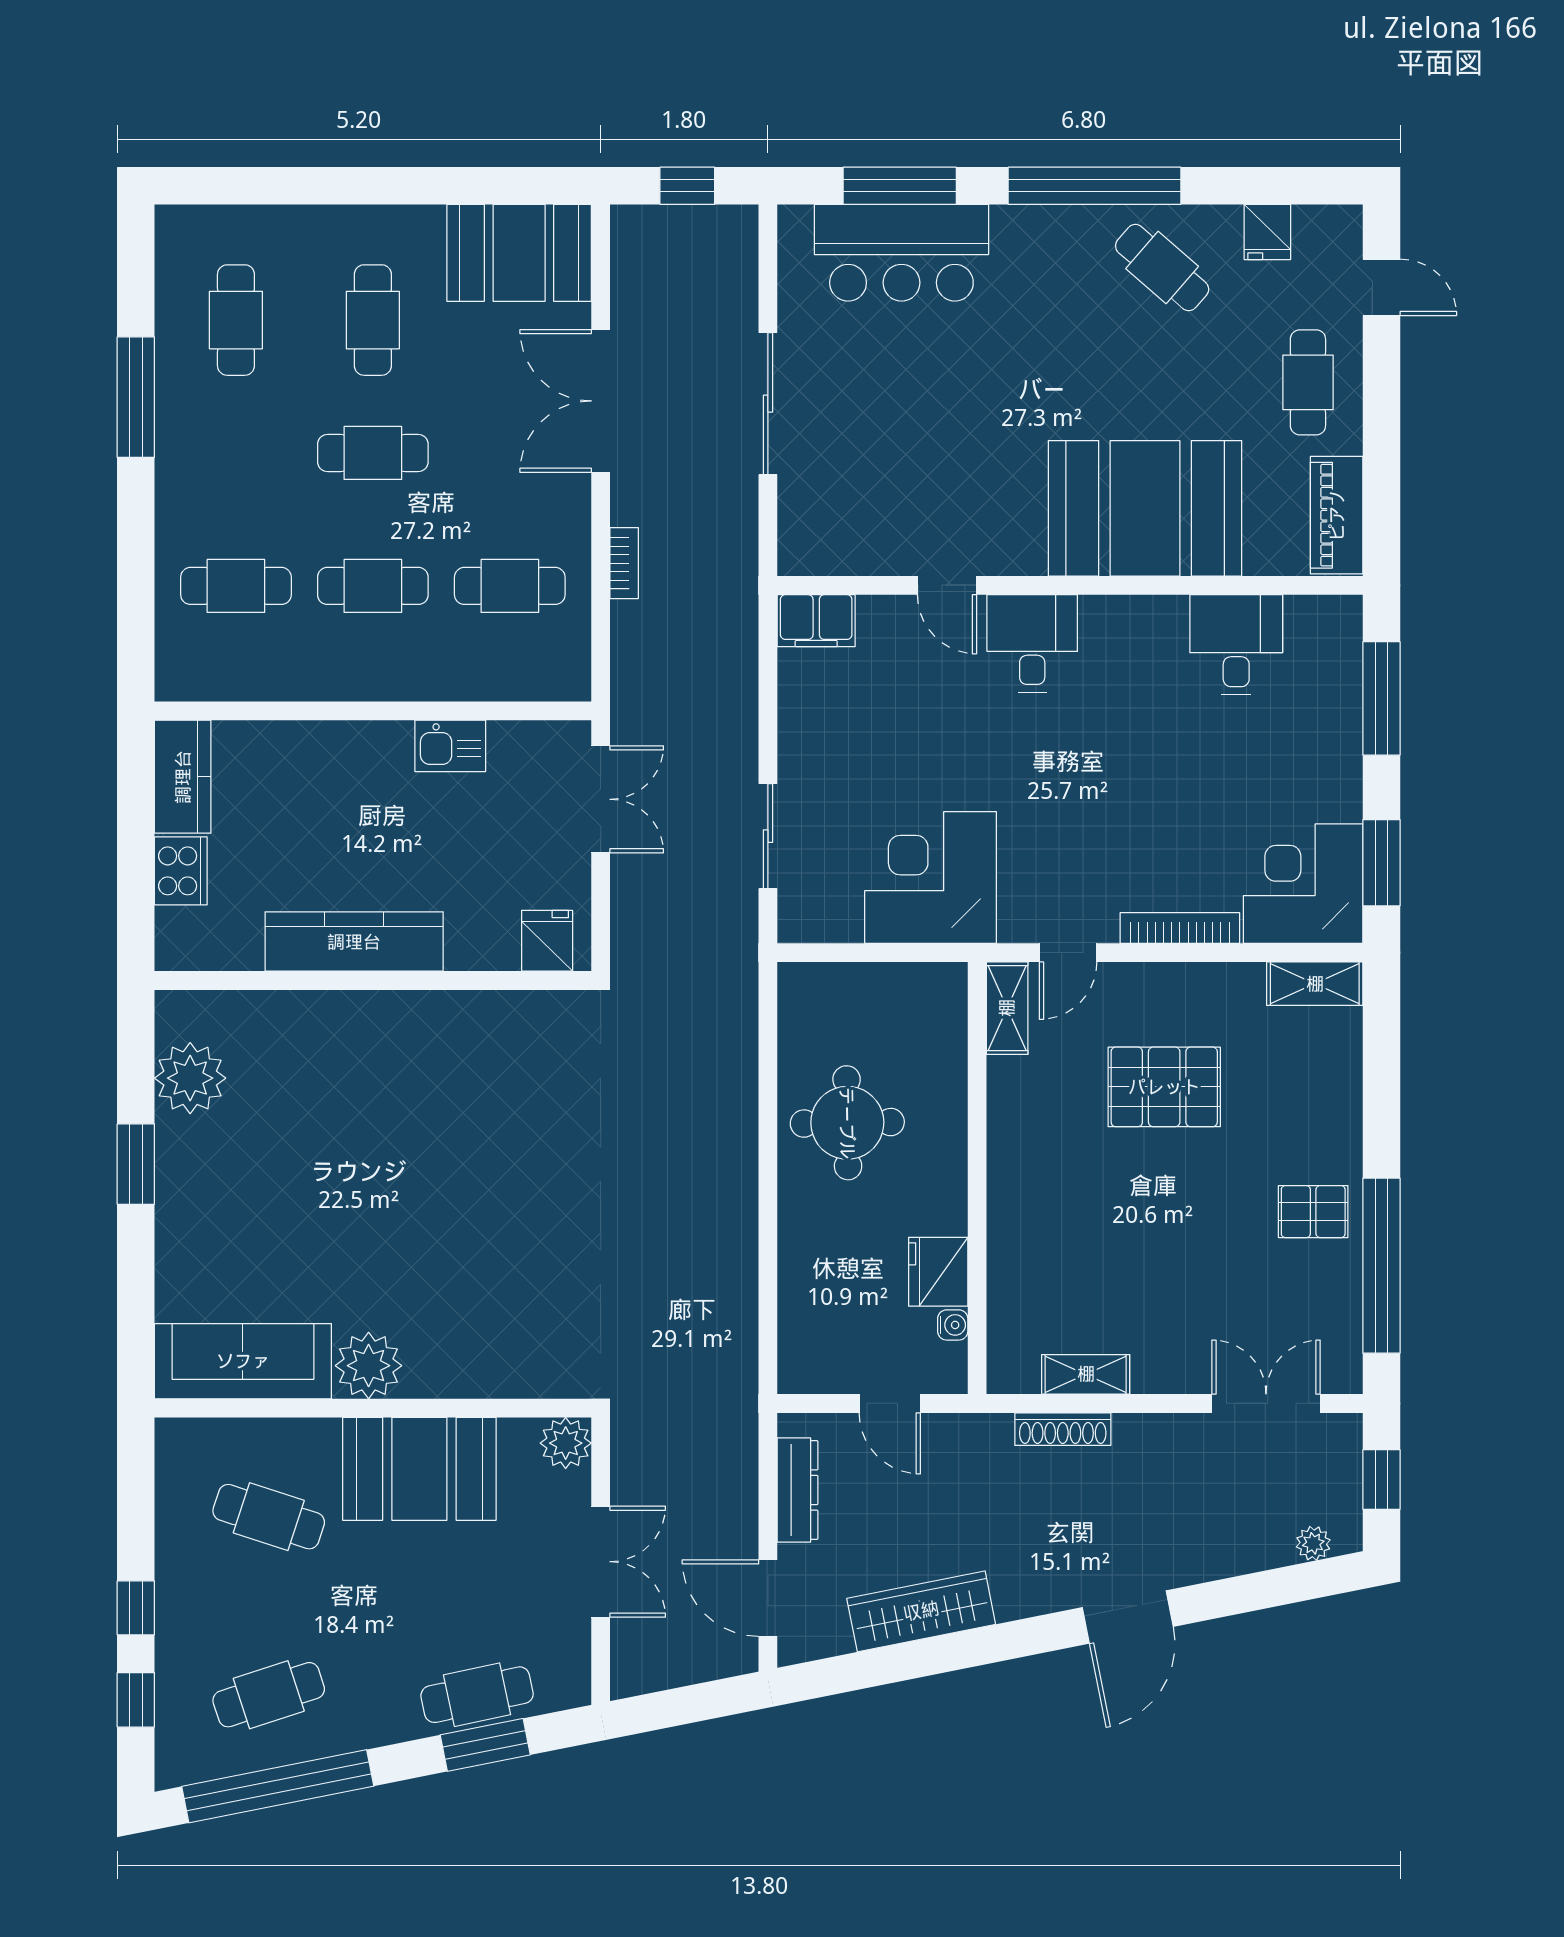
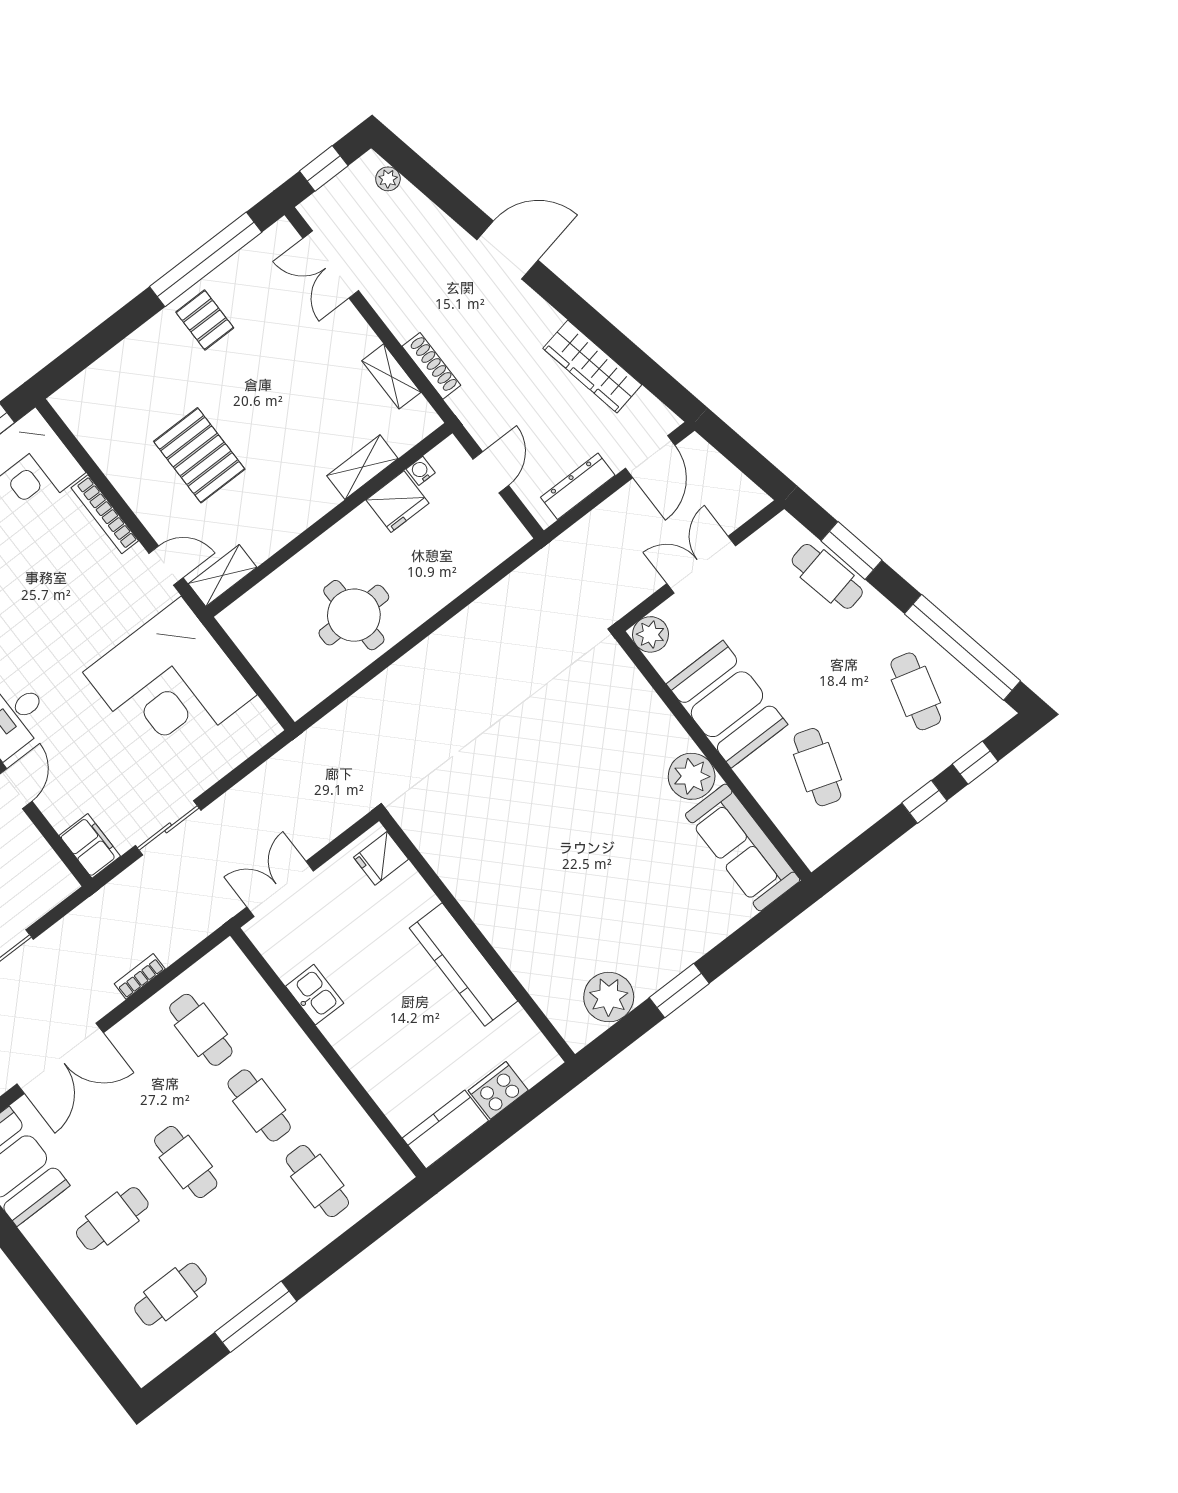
sliding door: (768, 836) -> (168, 828), moved
corner desk: (931, 877) -> (170, 684), width x1.36, depth x1.36
shelving: (1315, 984) -> (362, 467), moved, turned 90
cafe table: (269, 1695) -> (916, 691), turned 33

